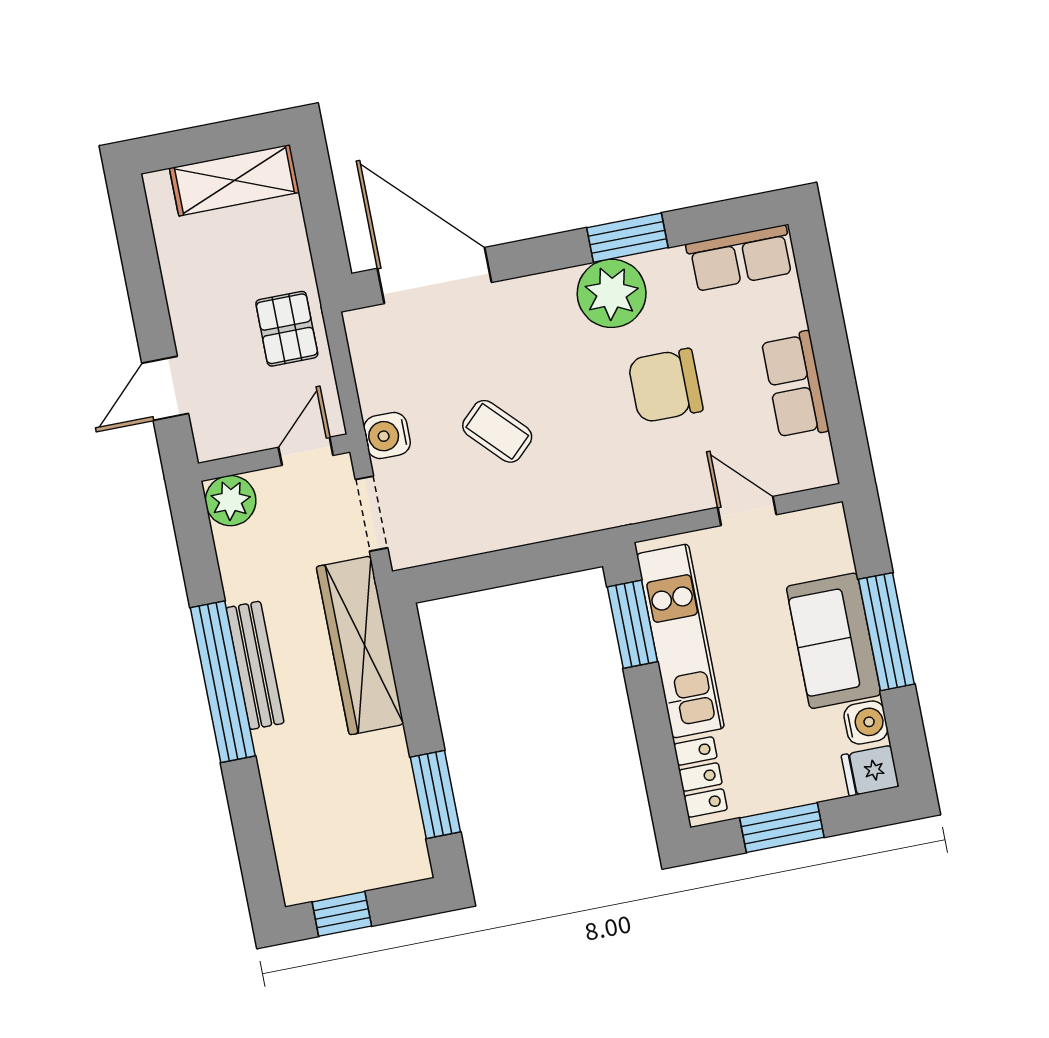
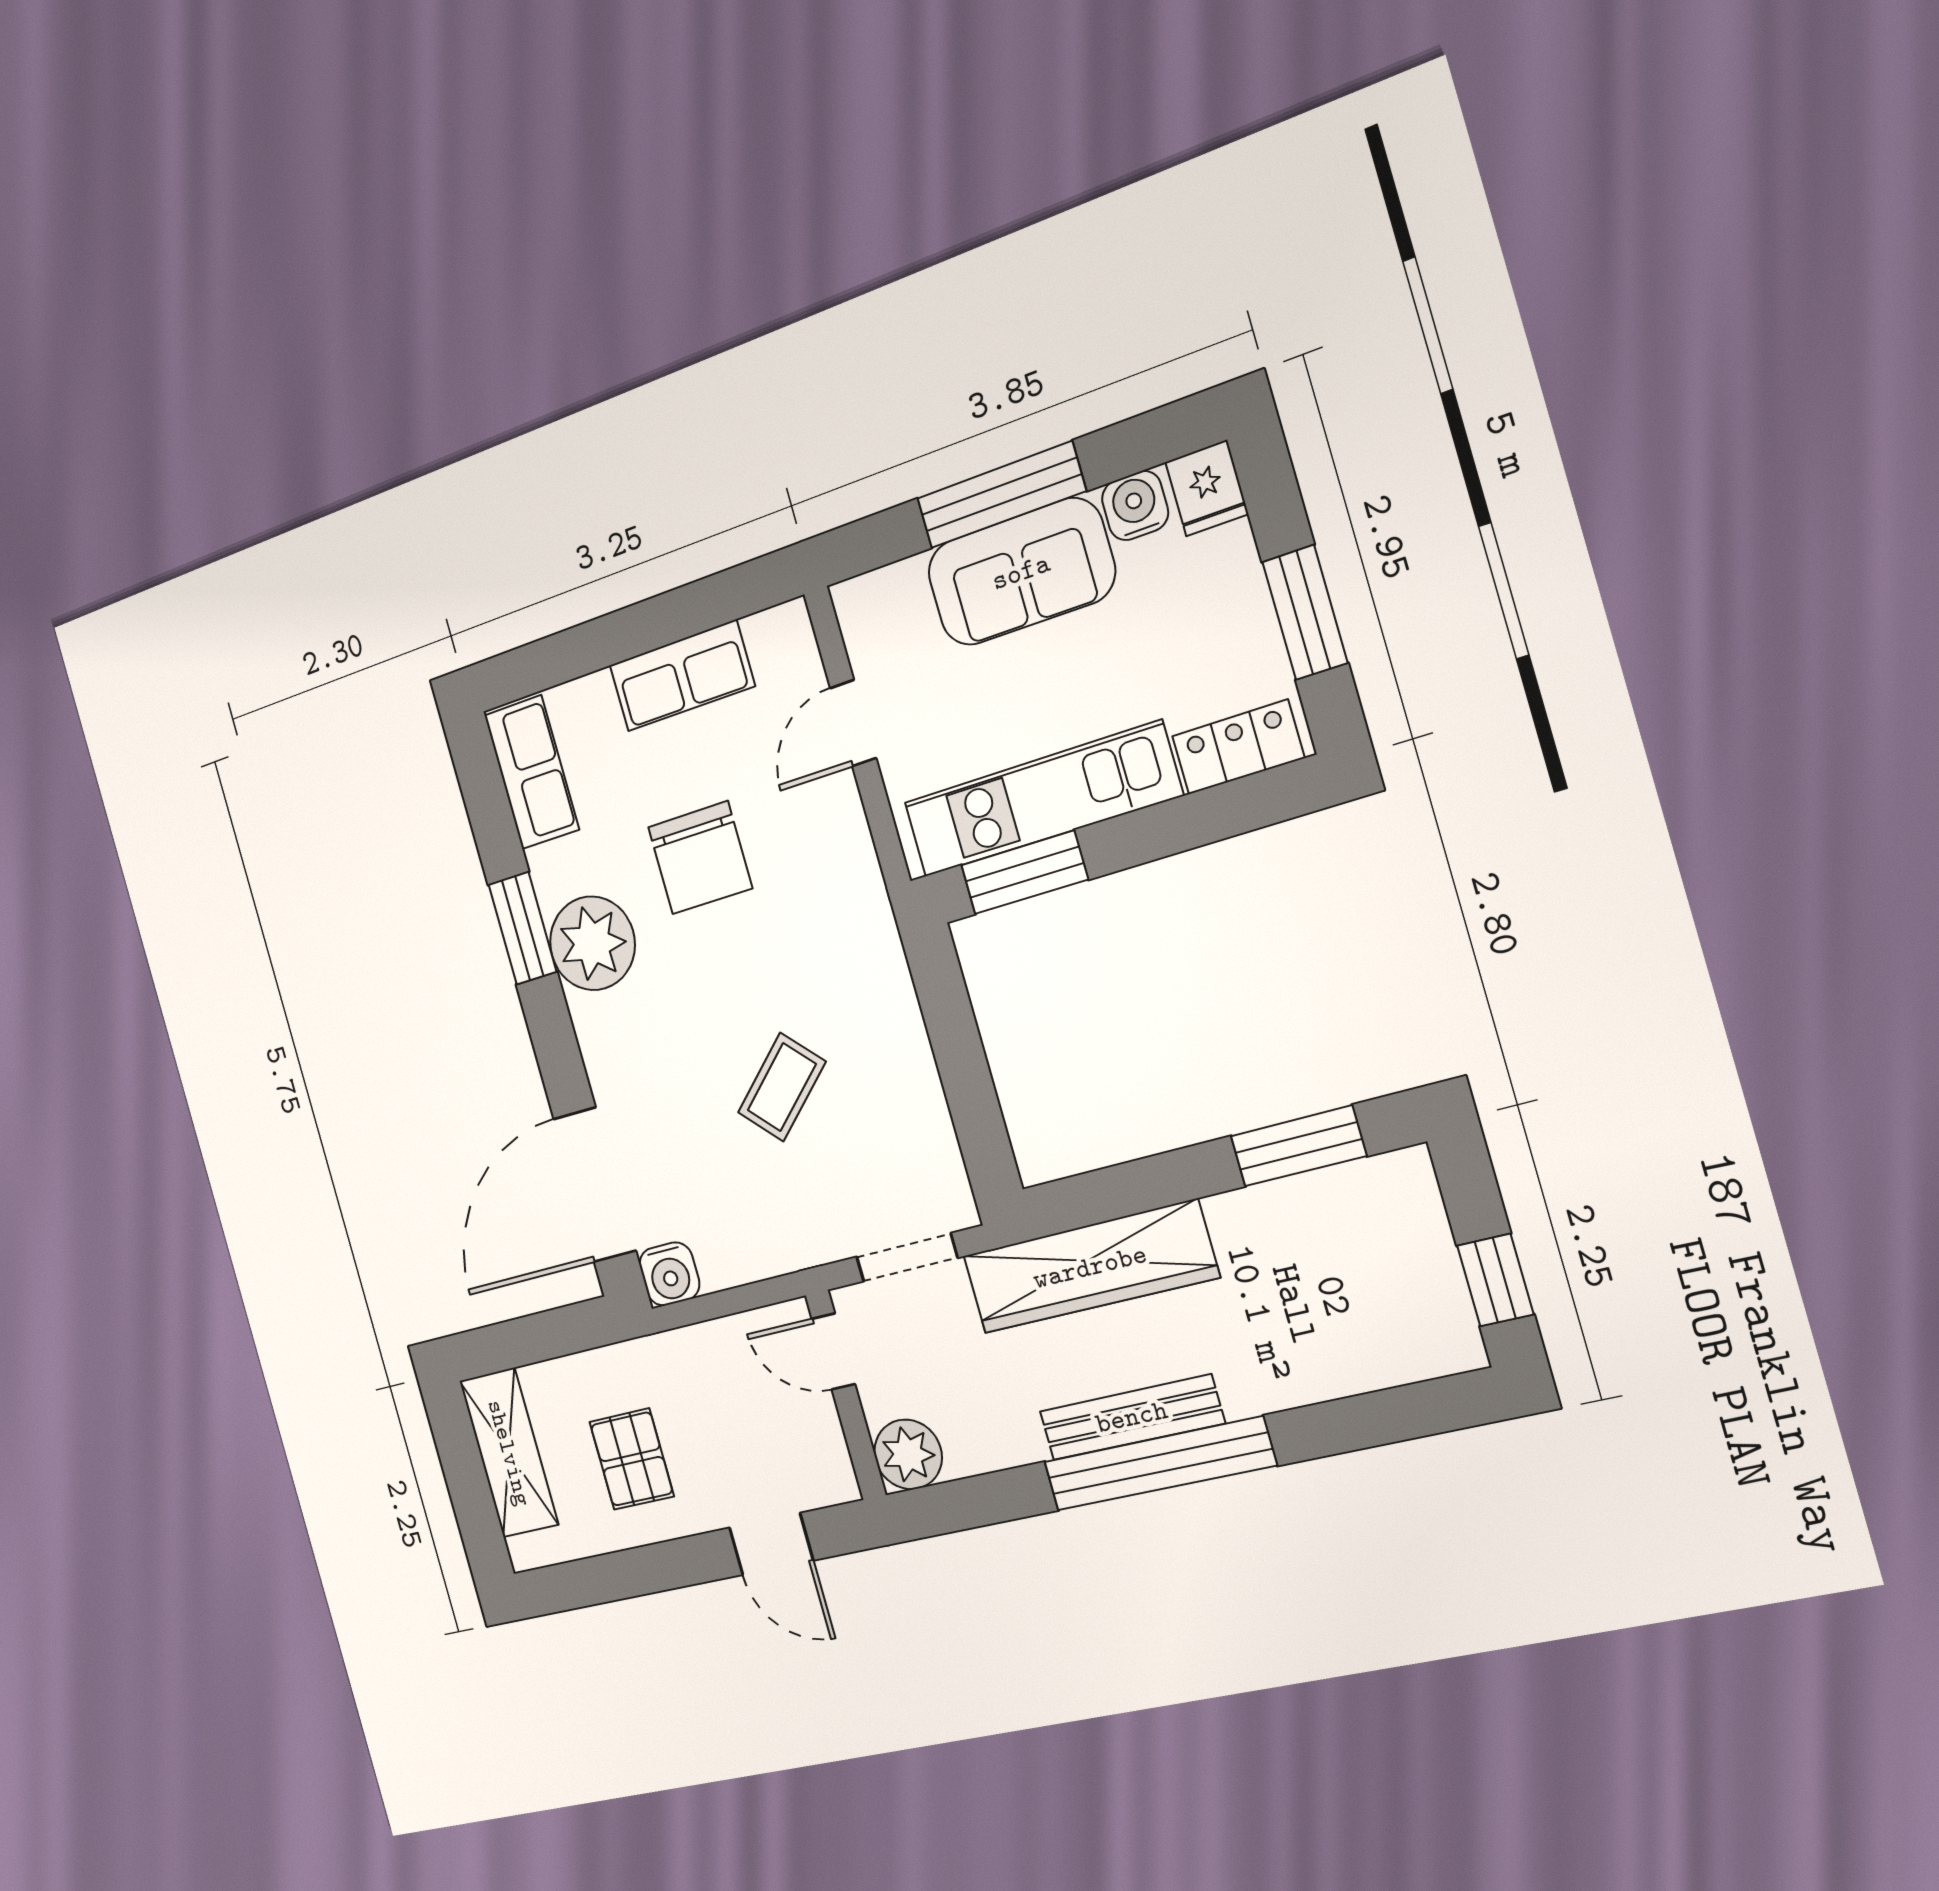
pallet: (287, 329) -> (632, 1459), moved, turned 90
water cooler: (387, 435) -> (669, 1274), moved

